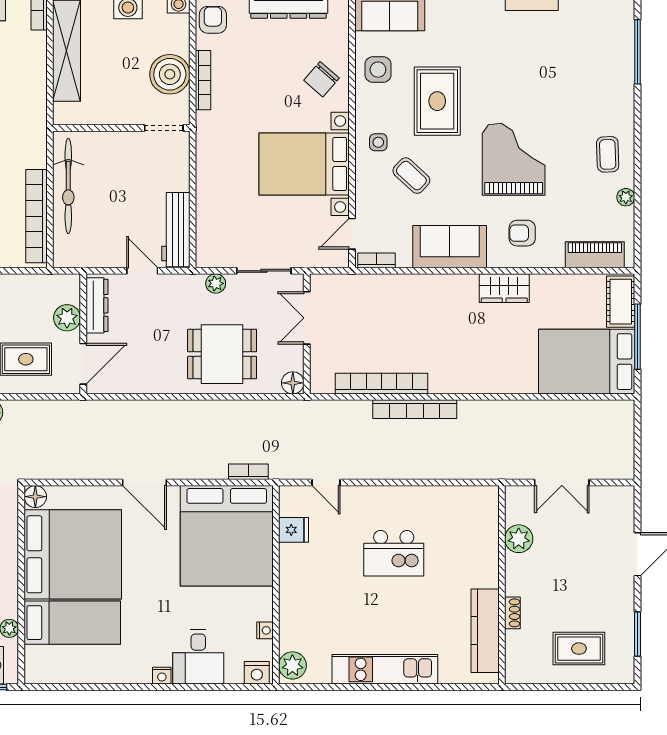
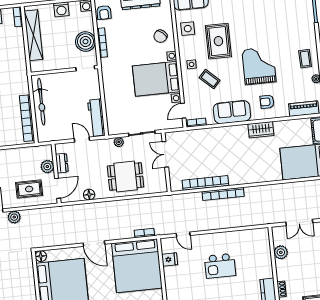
armchair: (213, 20) -> (104, 13), turned 180
dresser: (97, 305) -> (62, 163), width x0.70
floor lamp: (293, 383) -> (89, 195), moved

